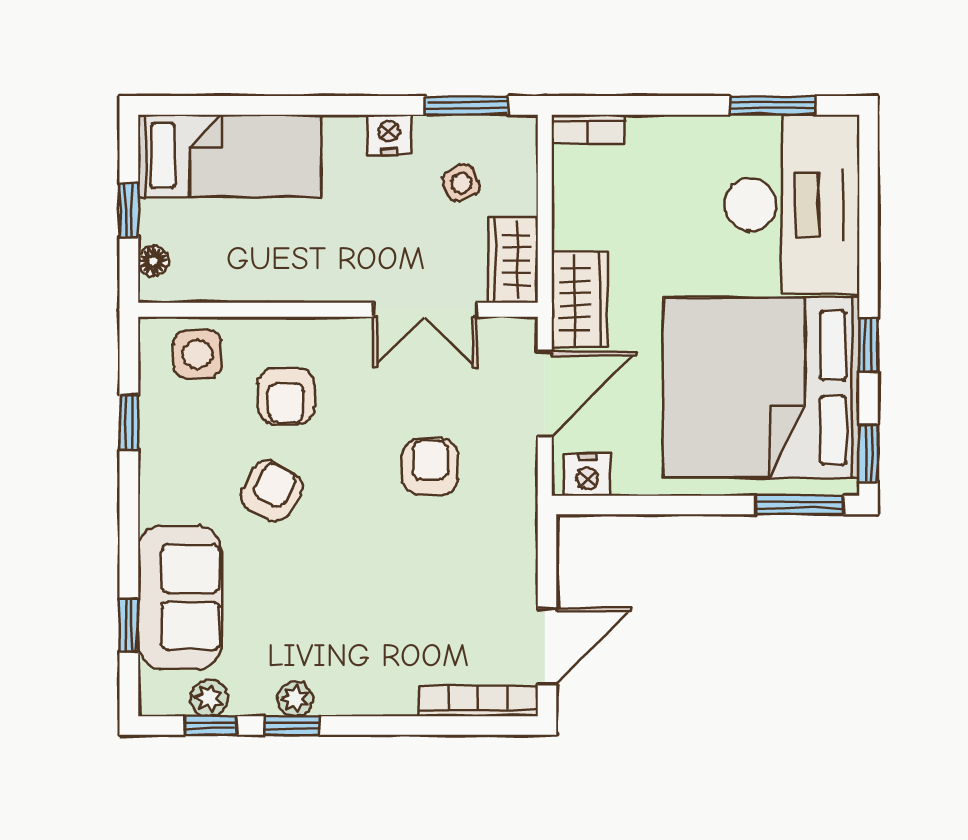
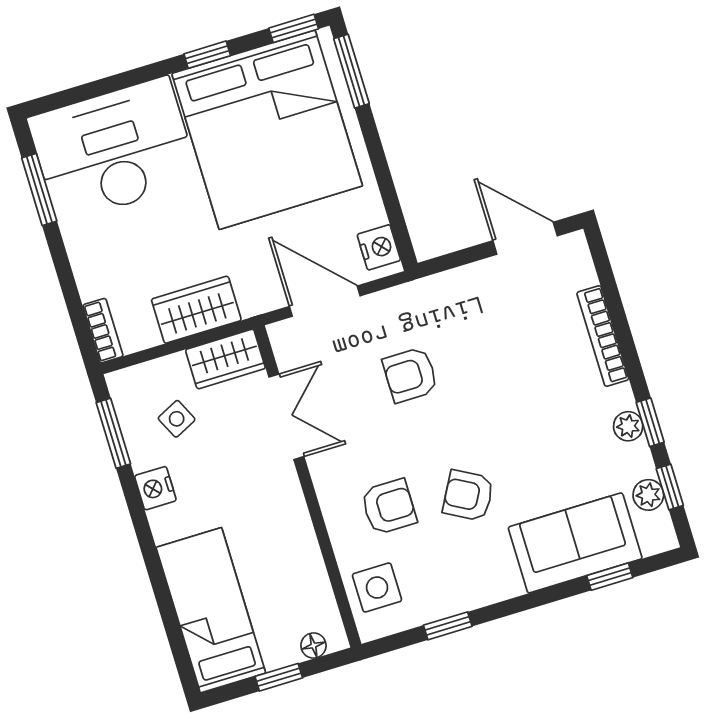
wardrobe: (580, 299) -> (196, 310), moved
bookcase: (479, 701) -> (603, 336), moved

